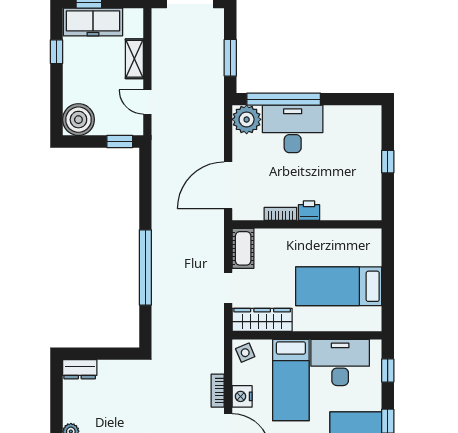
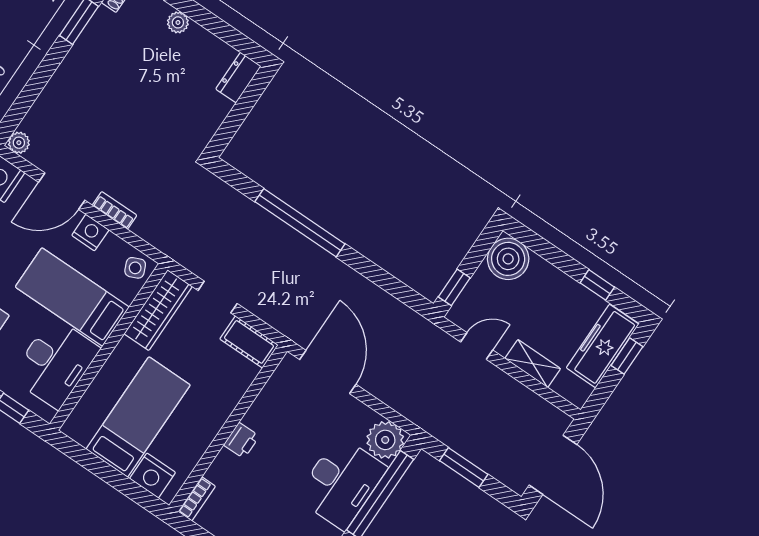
bookcase: (280, 214) -> (197, 499), moved
nightstand: (370, 252) -> (153, 476), added

